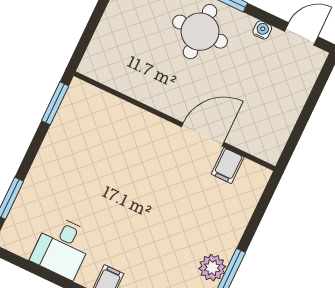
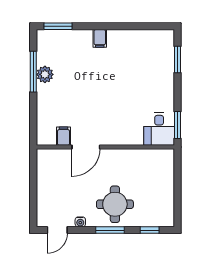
desk: (62, 247) -> (159, 129), moved, turned 180

